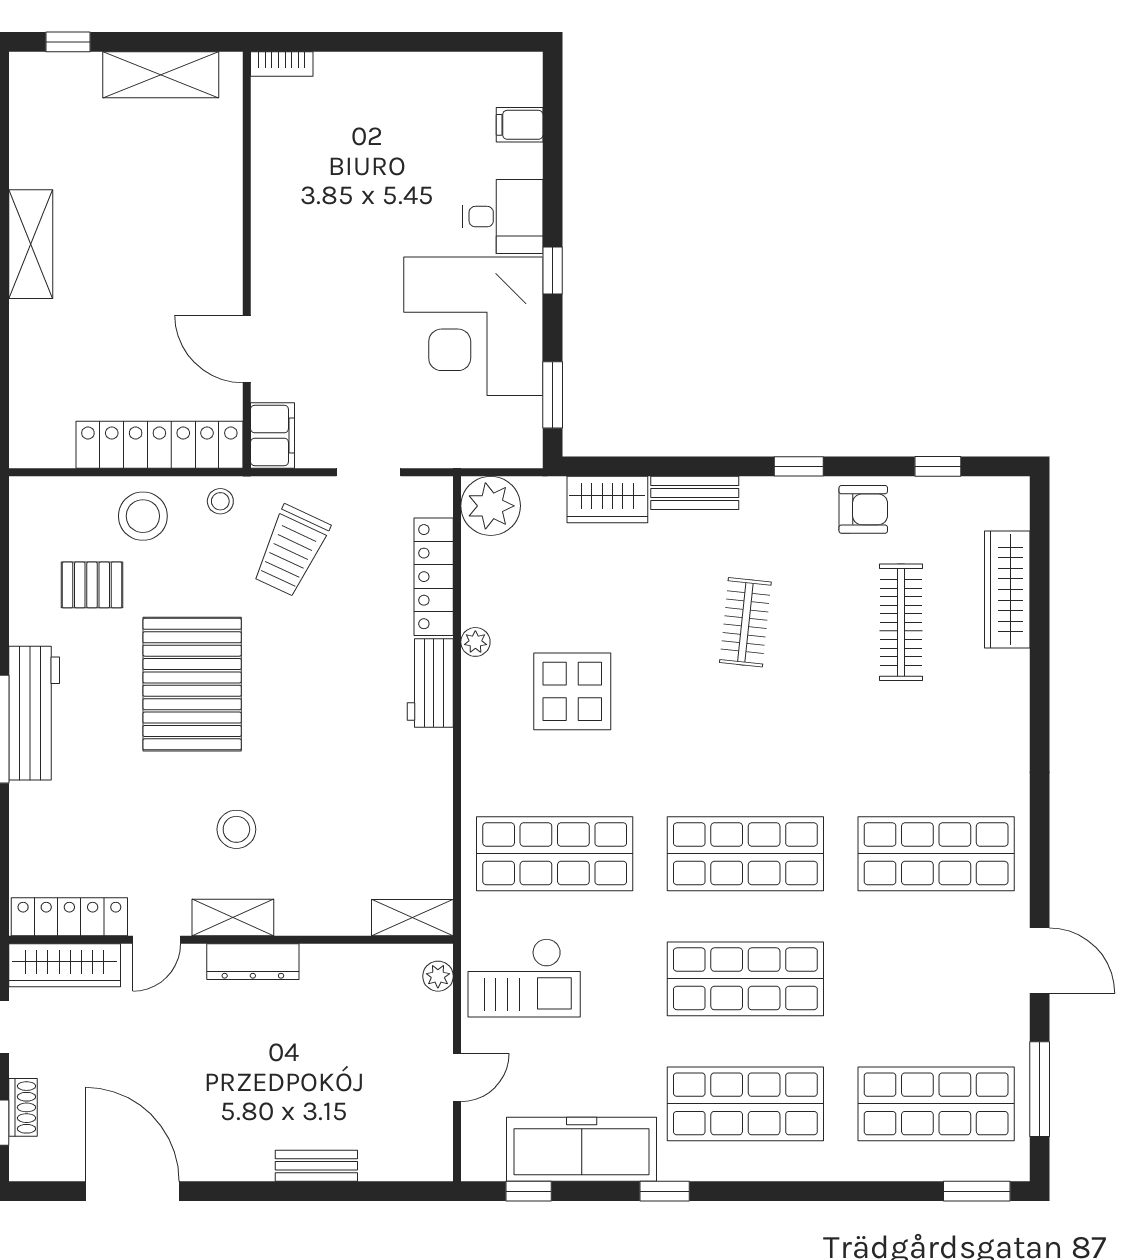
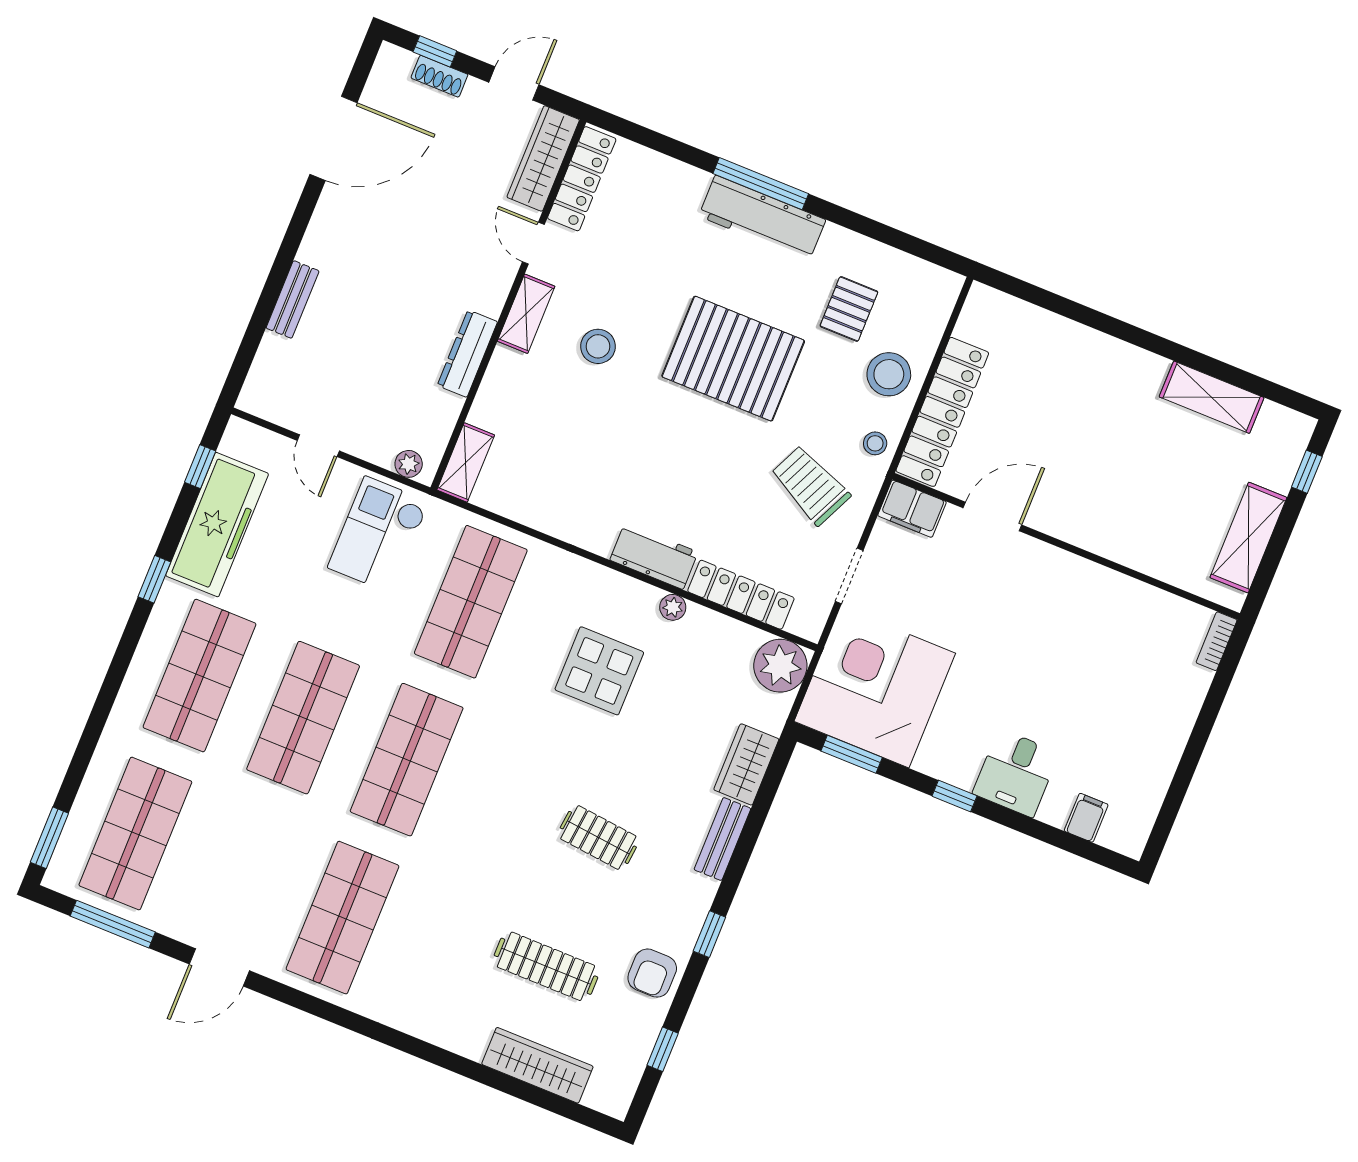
shelving: (31, 244) -> (1212, 397), moved
corner desk: (473, 326) -> (875, 687), moved
dresser: (253, 962) -> (467, 354), moved

